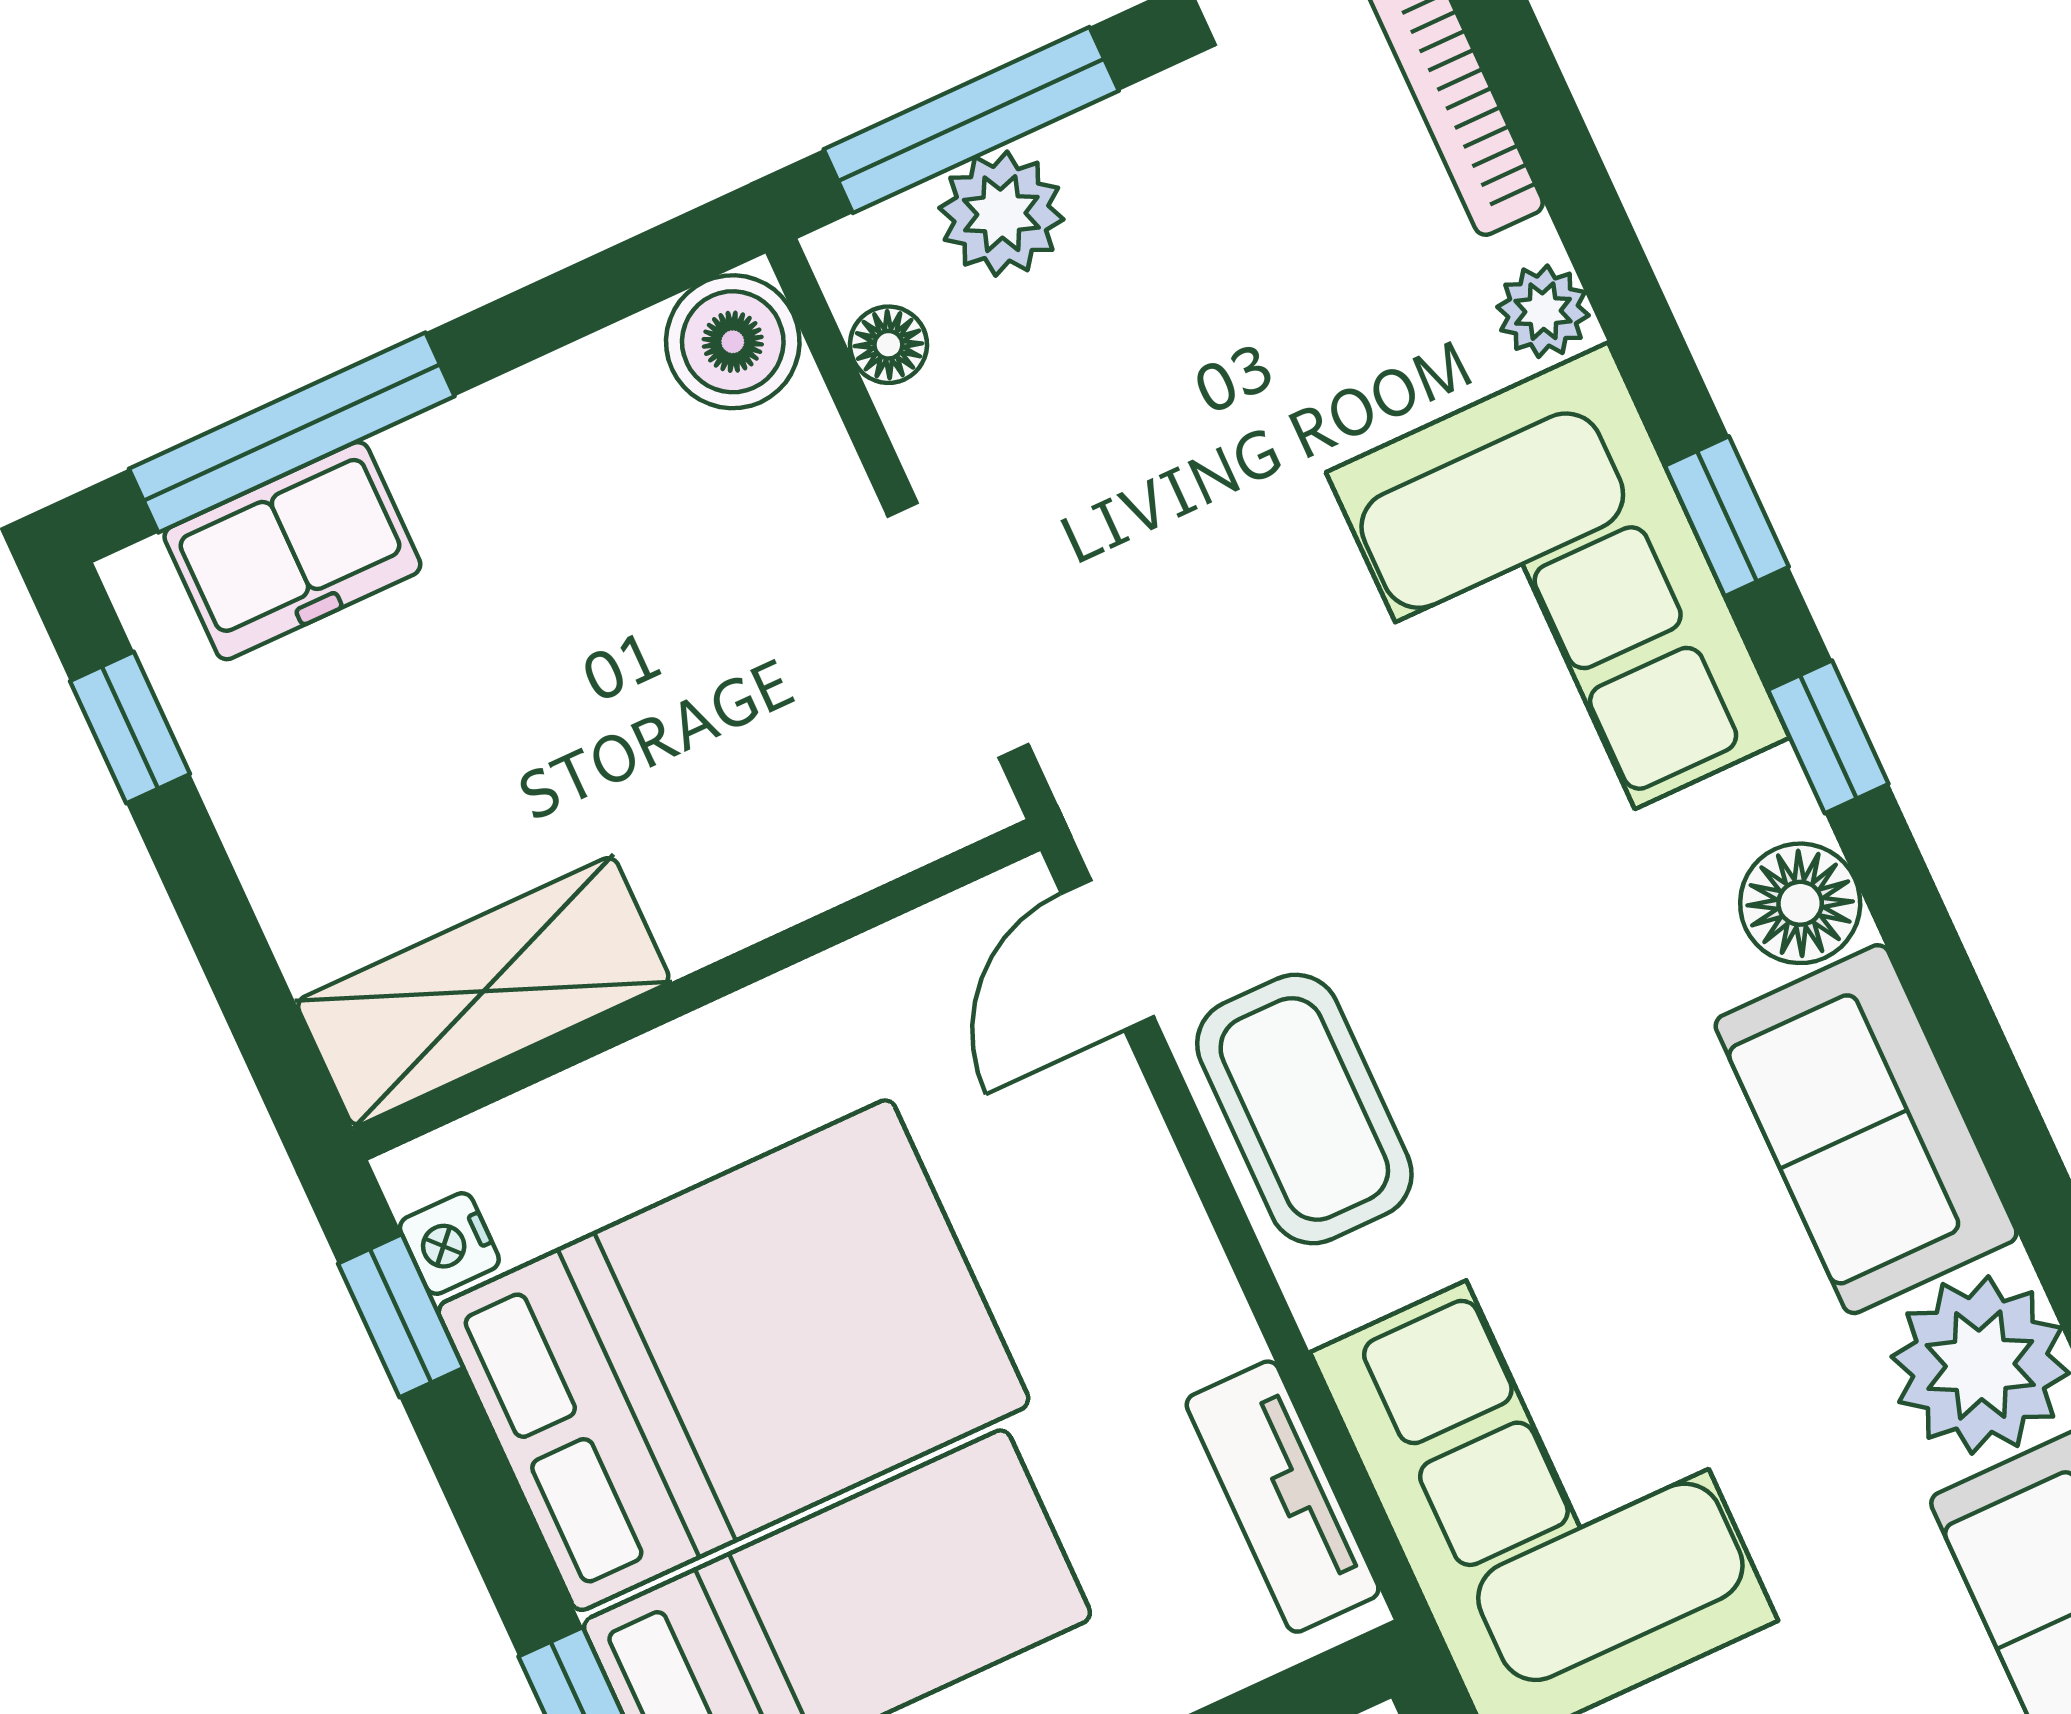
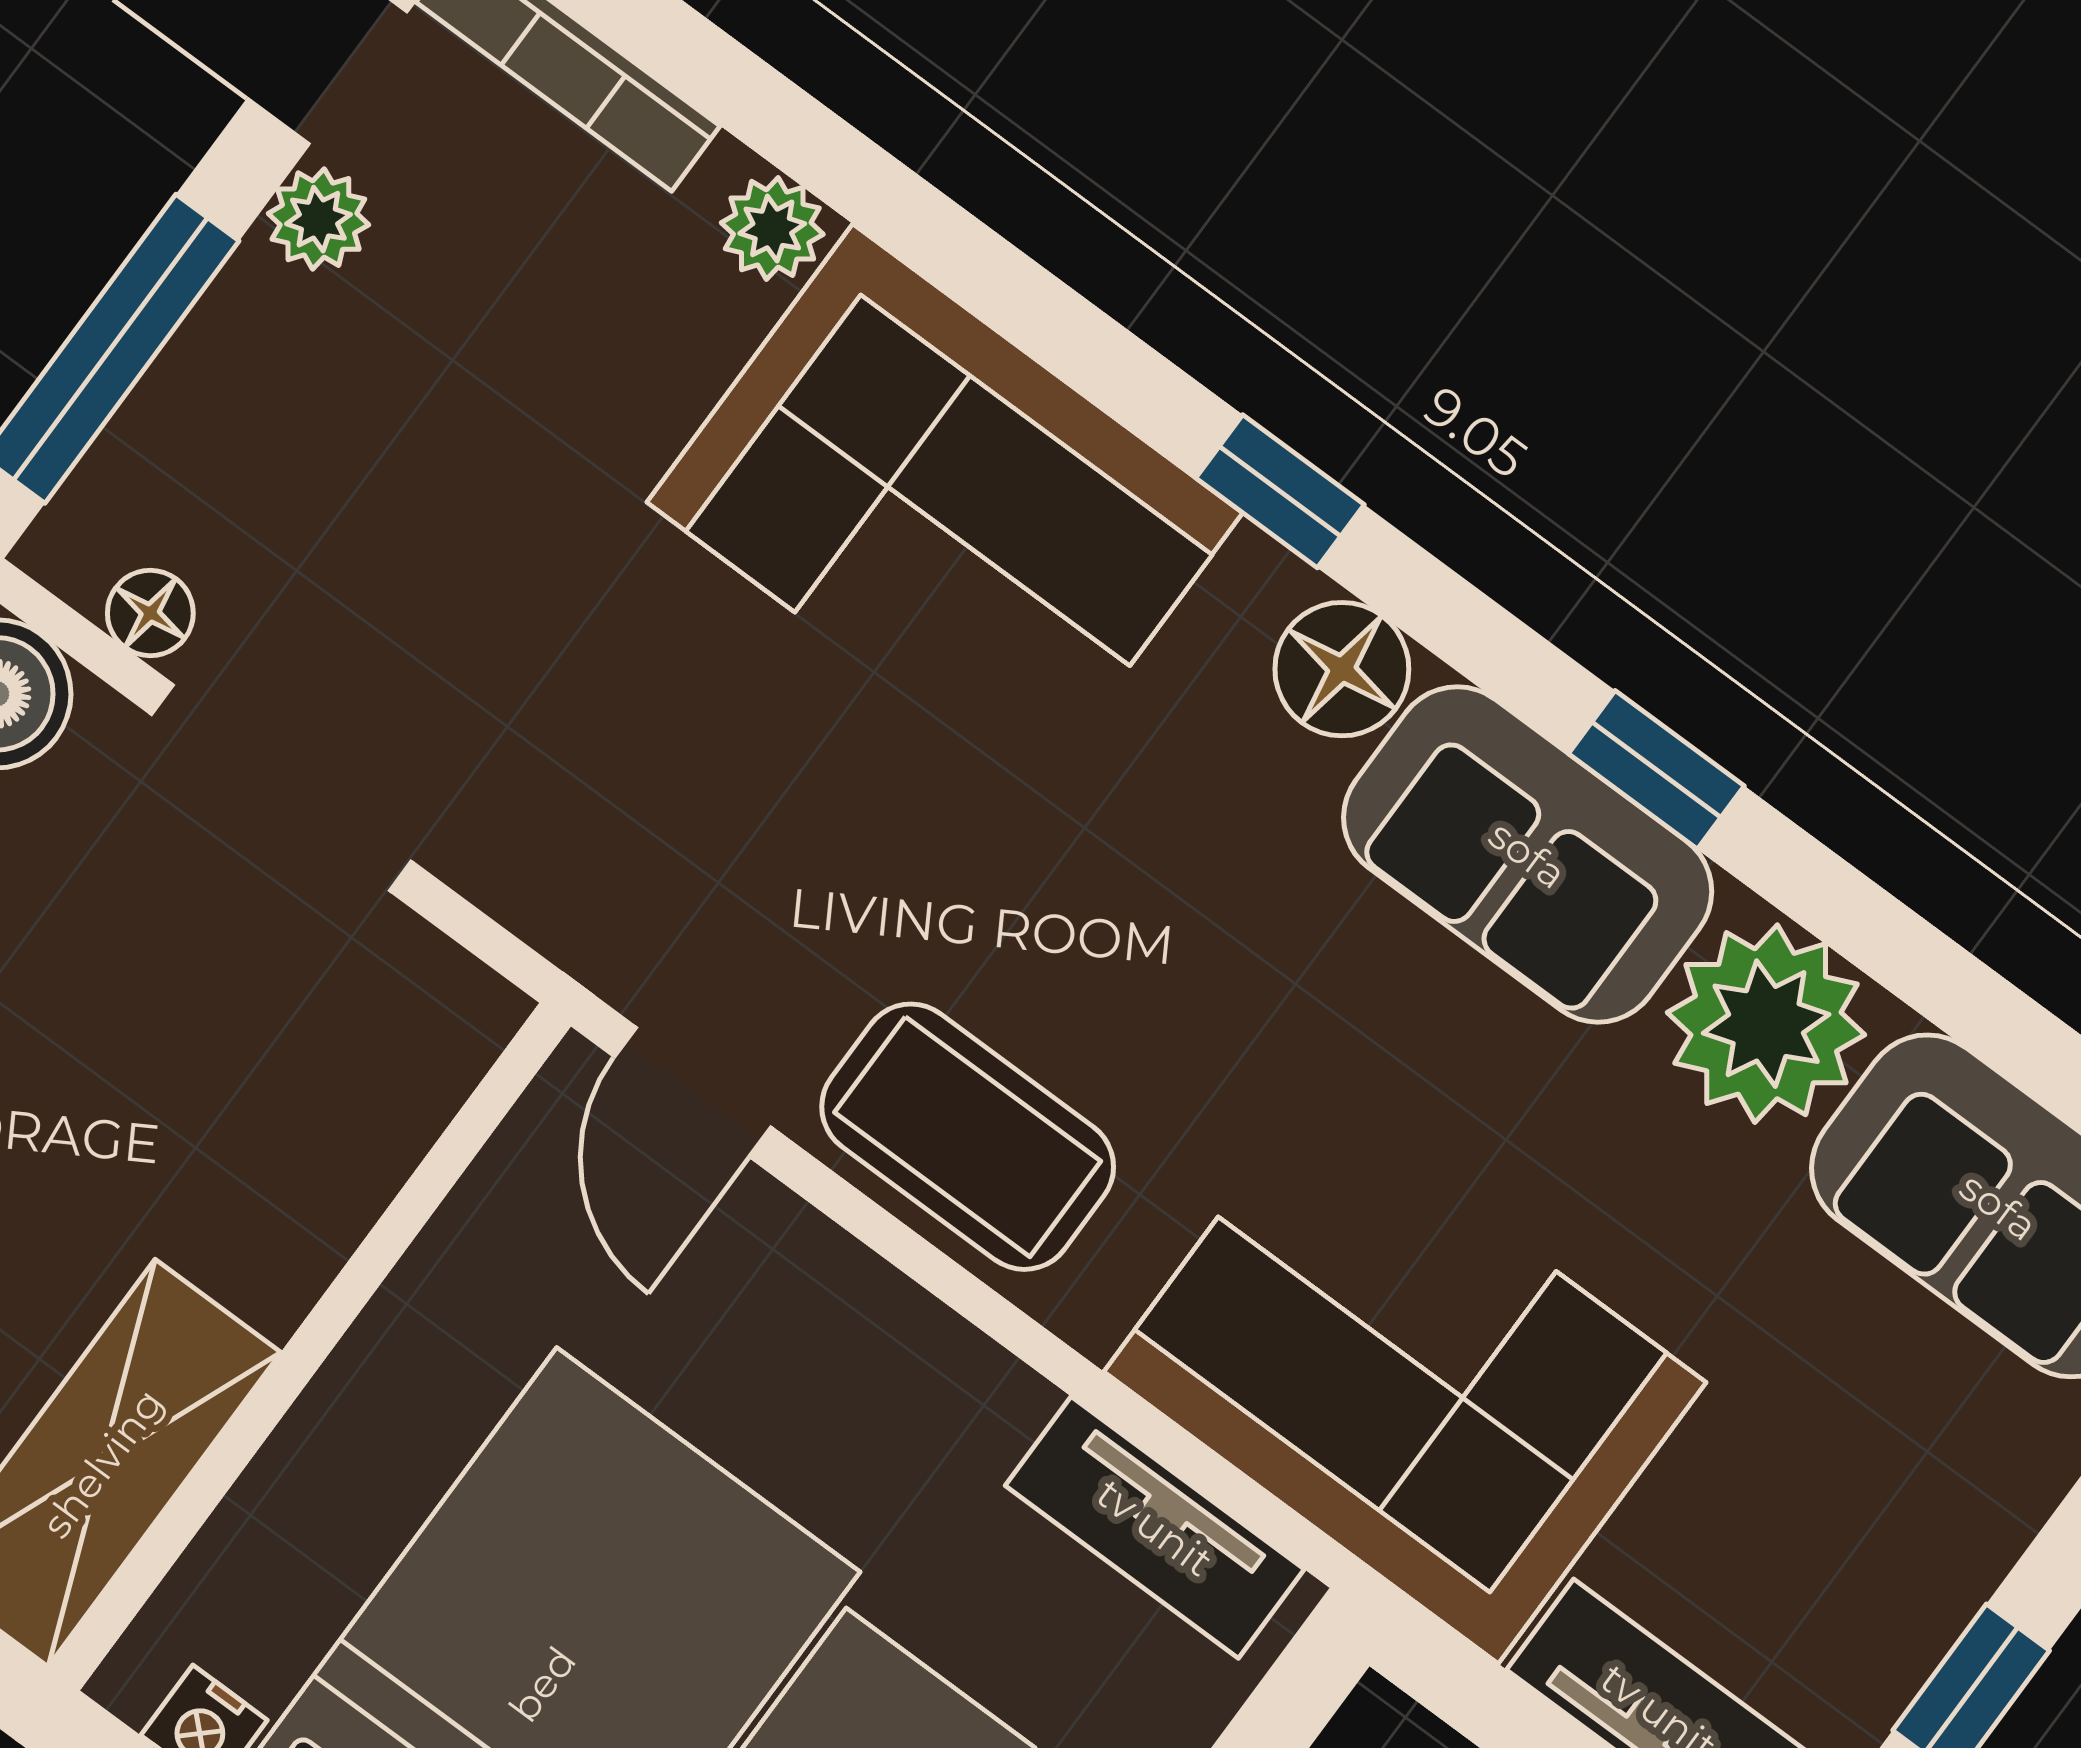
plant: (1001, 214) -> (318, 219), moved, width x0.73, depth x0.73
window: (1727, 516) -> (1656, 770), moved
doorway: (958, 630) -> (281, 788), moved

